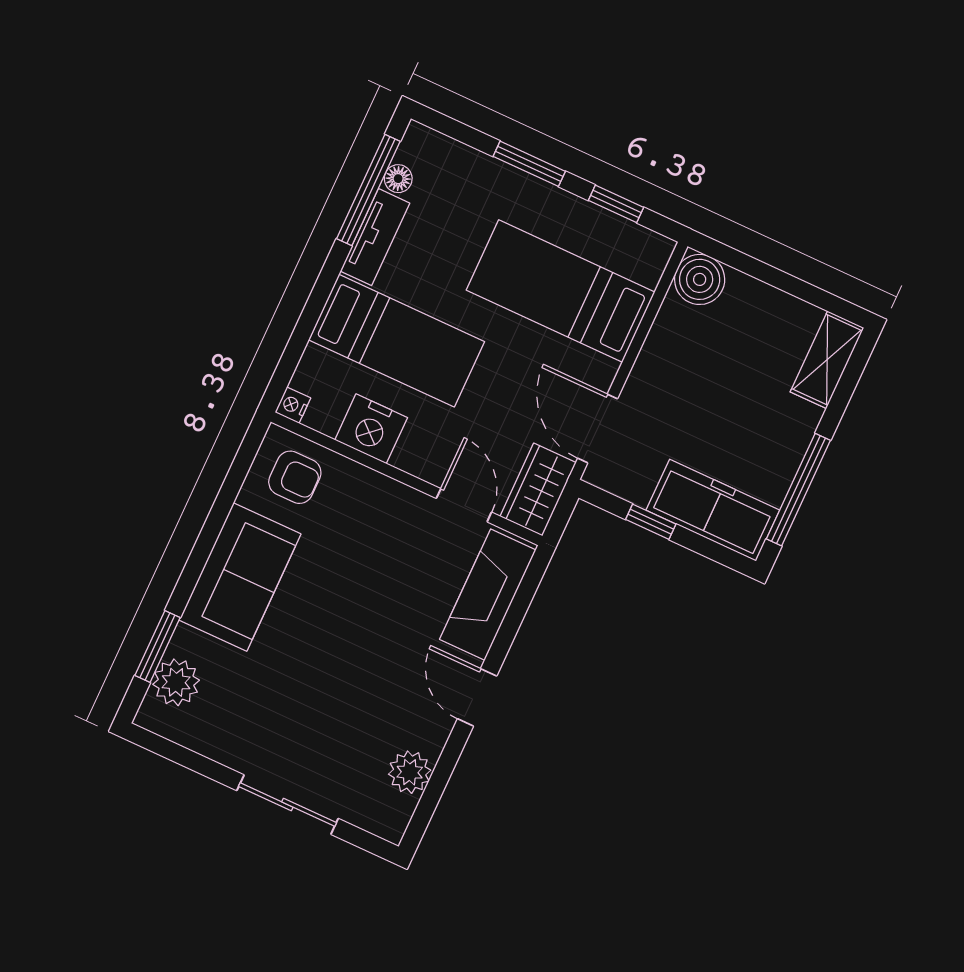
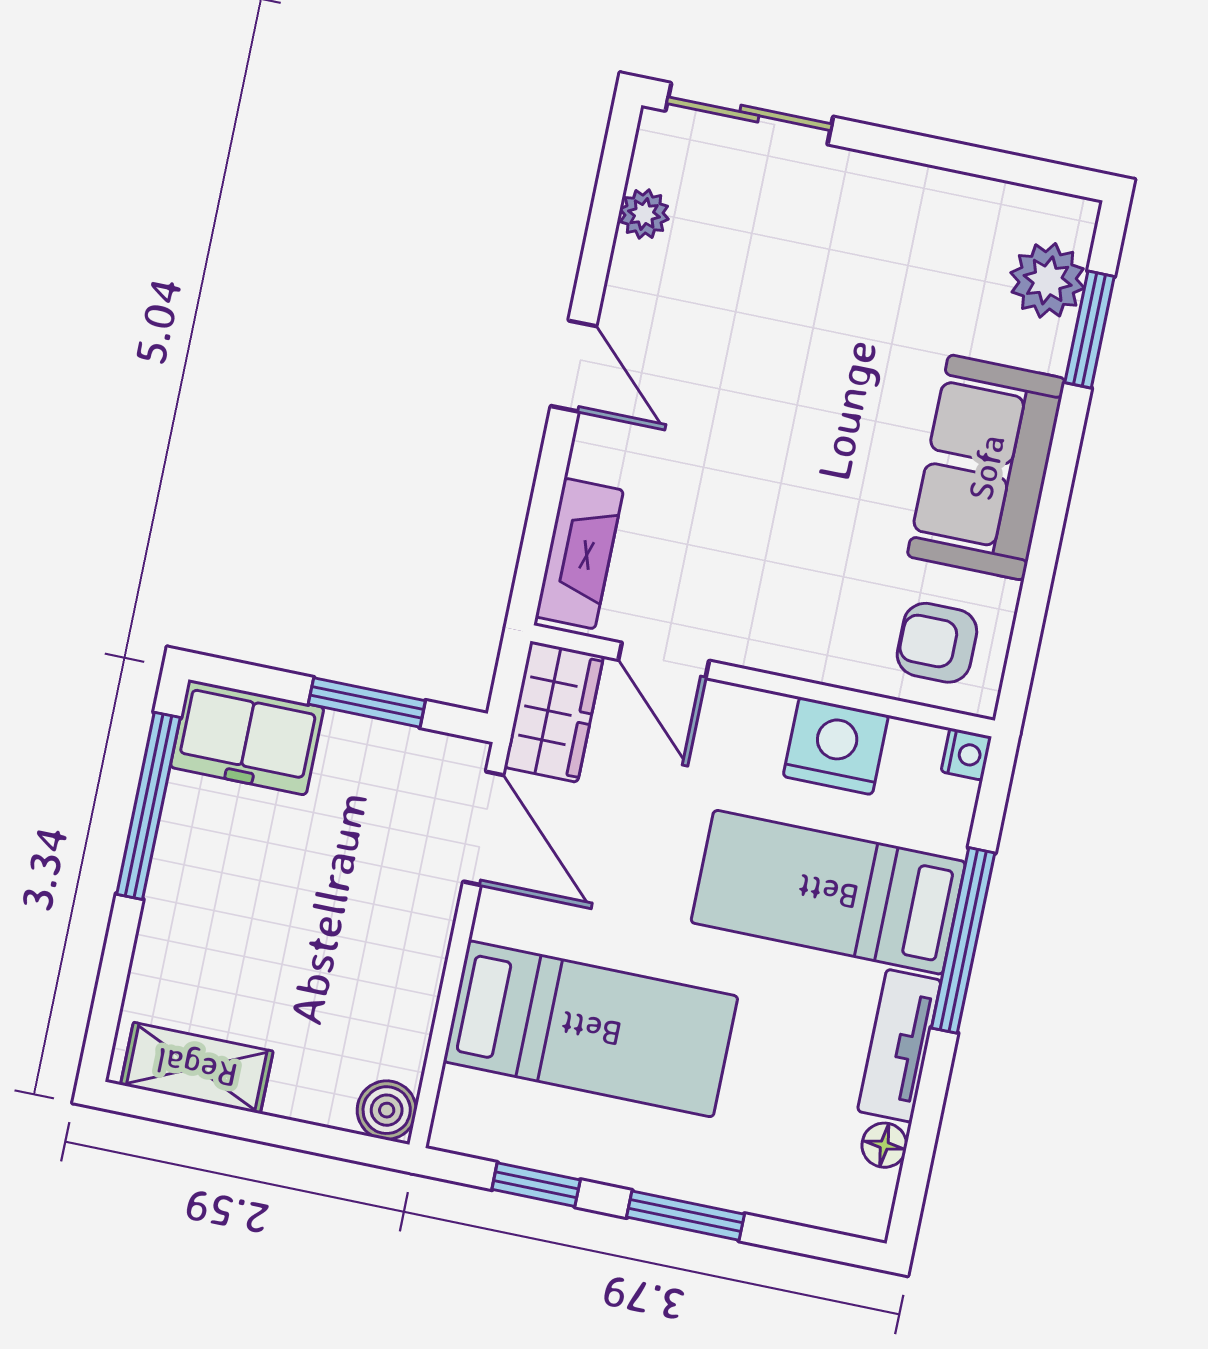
window: (368, 190) -> (963, 940), moved
boiler: (700, 279) -> (387, 1110), width x0.73, depth x0.73
shelving: (827, 360) -> (197, 1068), moved, turned 90
freezer: (713, 510) -> (247, 737), width x0.71
window: (651, 522) -> (367, 702), width x1.50
fireplace: (488, 595) -> (579, 554), width x0.73, depth x0.76
plant: (410, 772) -> (644, 214), width x0.73, depth x0.73
sliding door: (287, 805) -> (749, 114), moved

